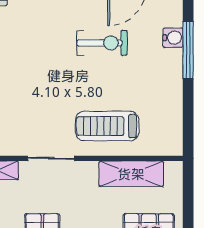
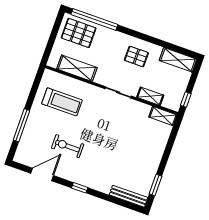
water cooler: (173, 38) -> (27, 135), removed
treadmill: (107, 126) -> (62, 102), moved

